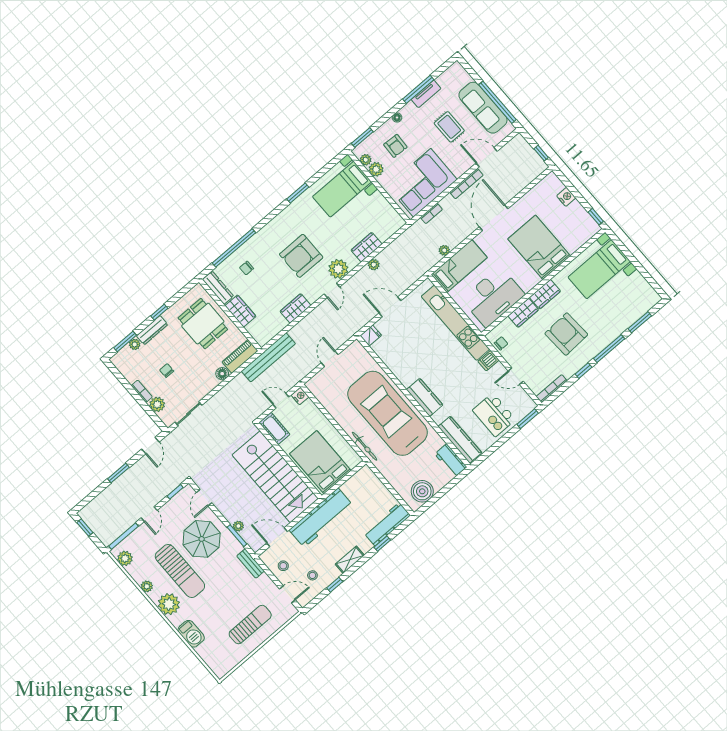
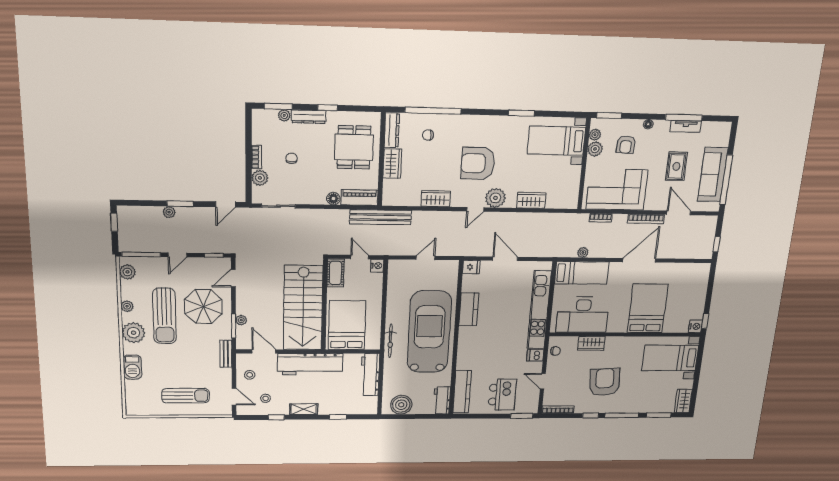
nightstand: (566, 197) -> (695, 326), moved
plant: (374, 265) -> (169, 212), moved
wardrobe: (545, 294) -> (683, 401), moved, turned 90
kitchen counter: (425, 397) -> (469, 309), moved
kitchen island: (494, 415) -> (502, 395), turned 180
workbench: (387, 524) -> (370, 375), moved, turned -90

